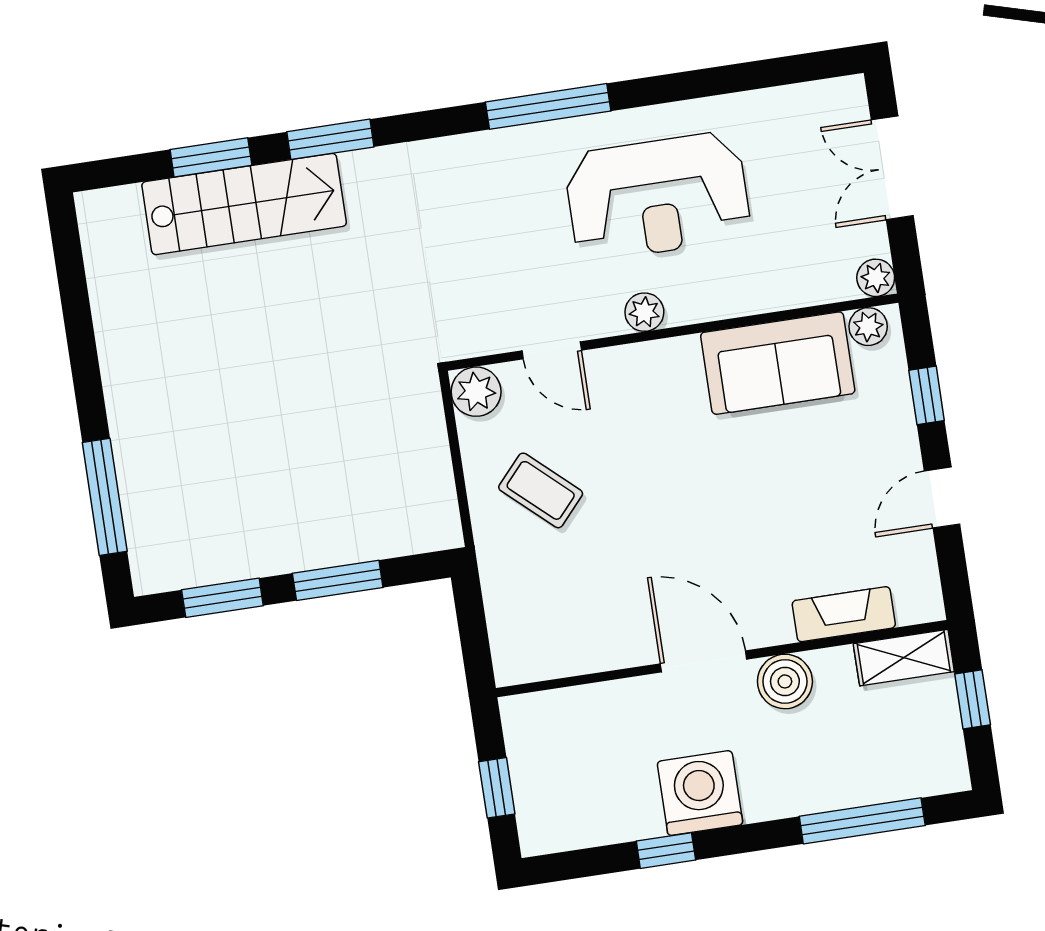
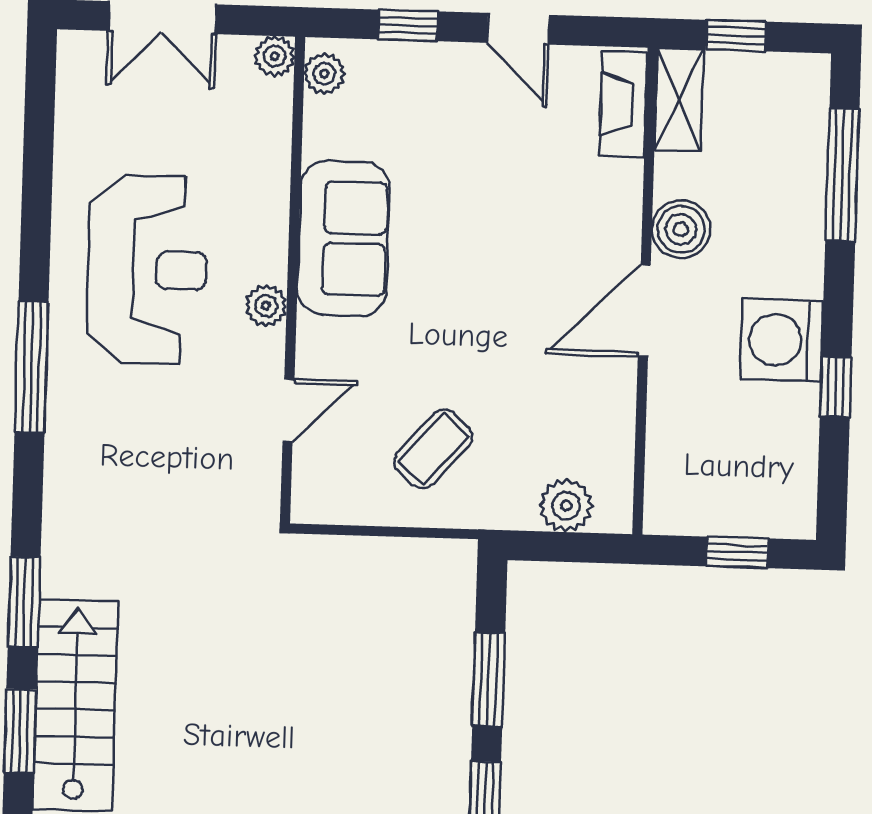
sofa: (778, 363) -> (343, 238), moved
plant: (476, 392) -> (566, 506), moved
fireplace: (844, 614) -> (623, 104), moved

